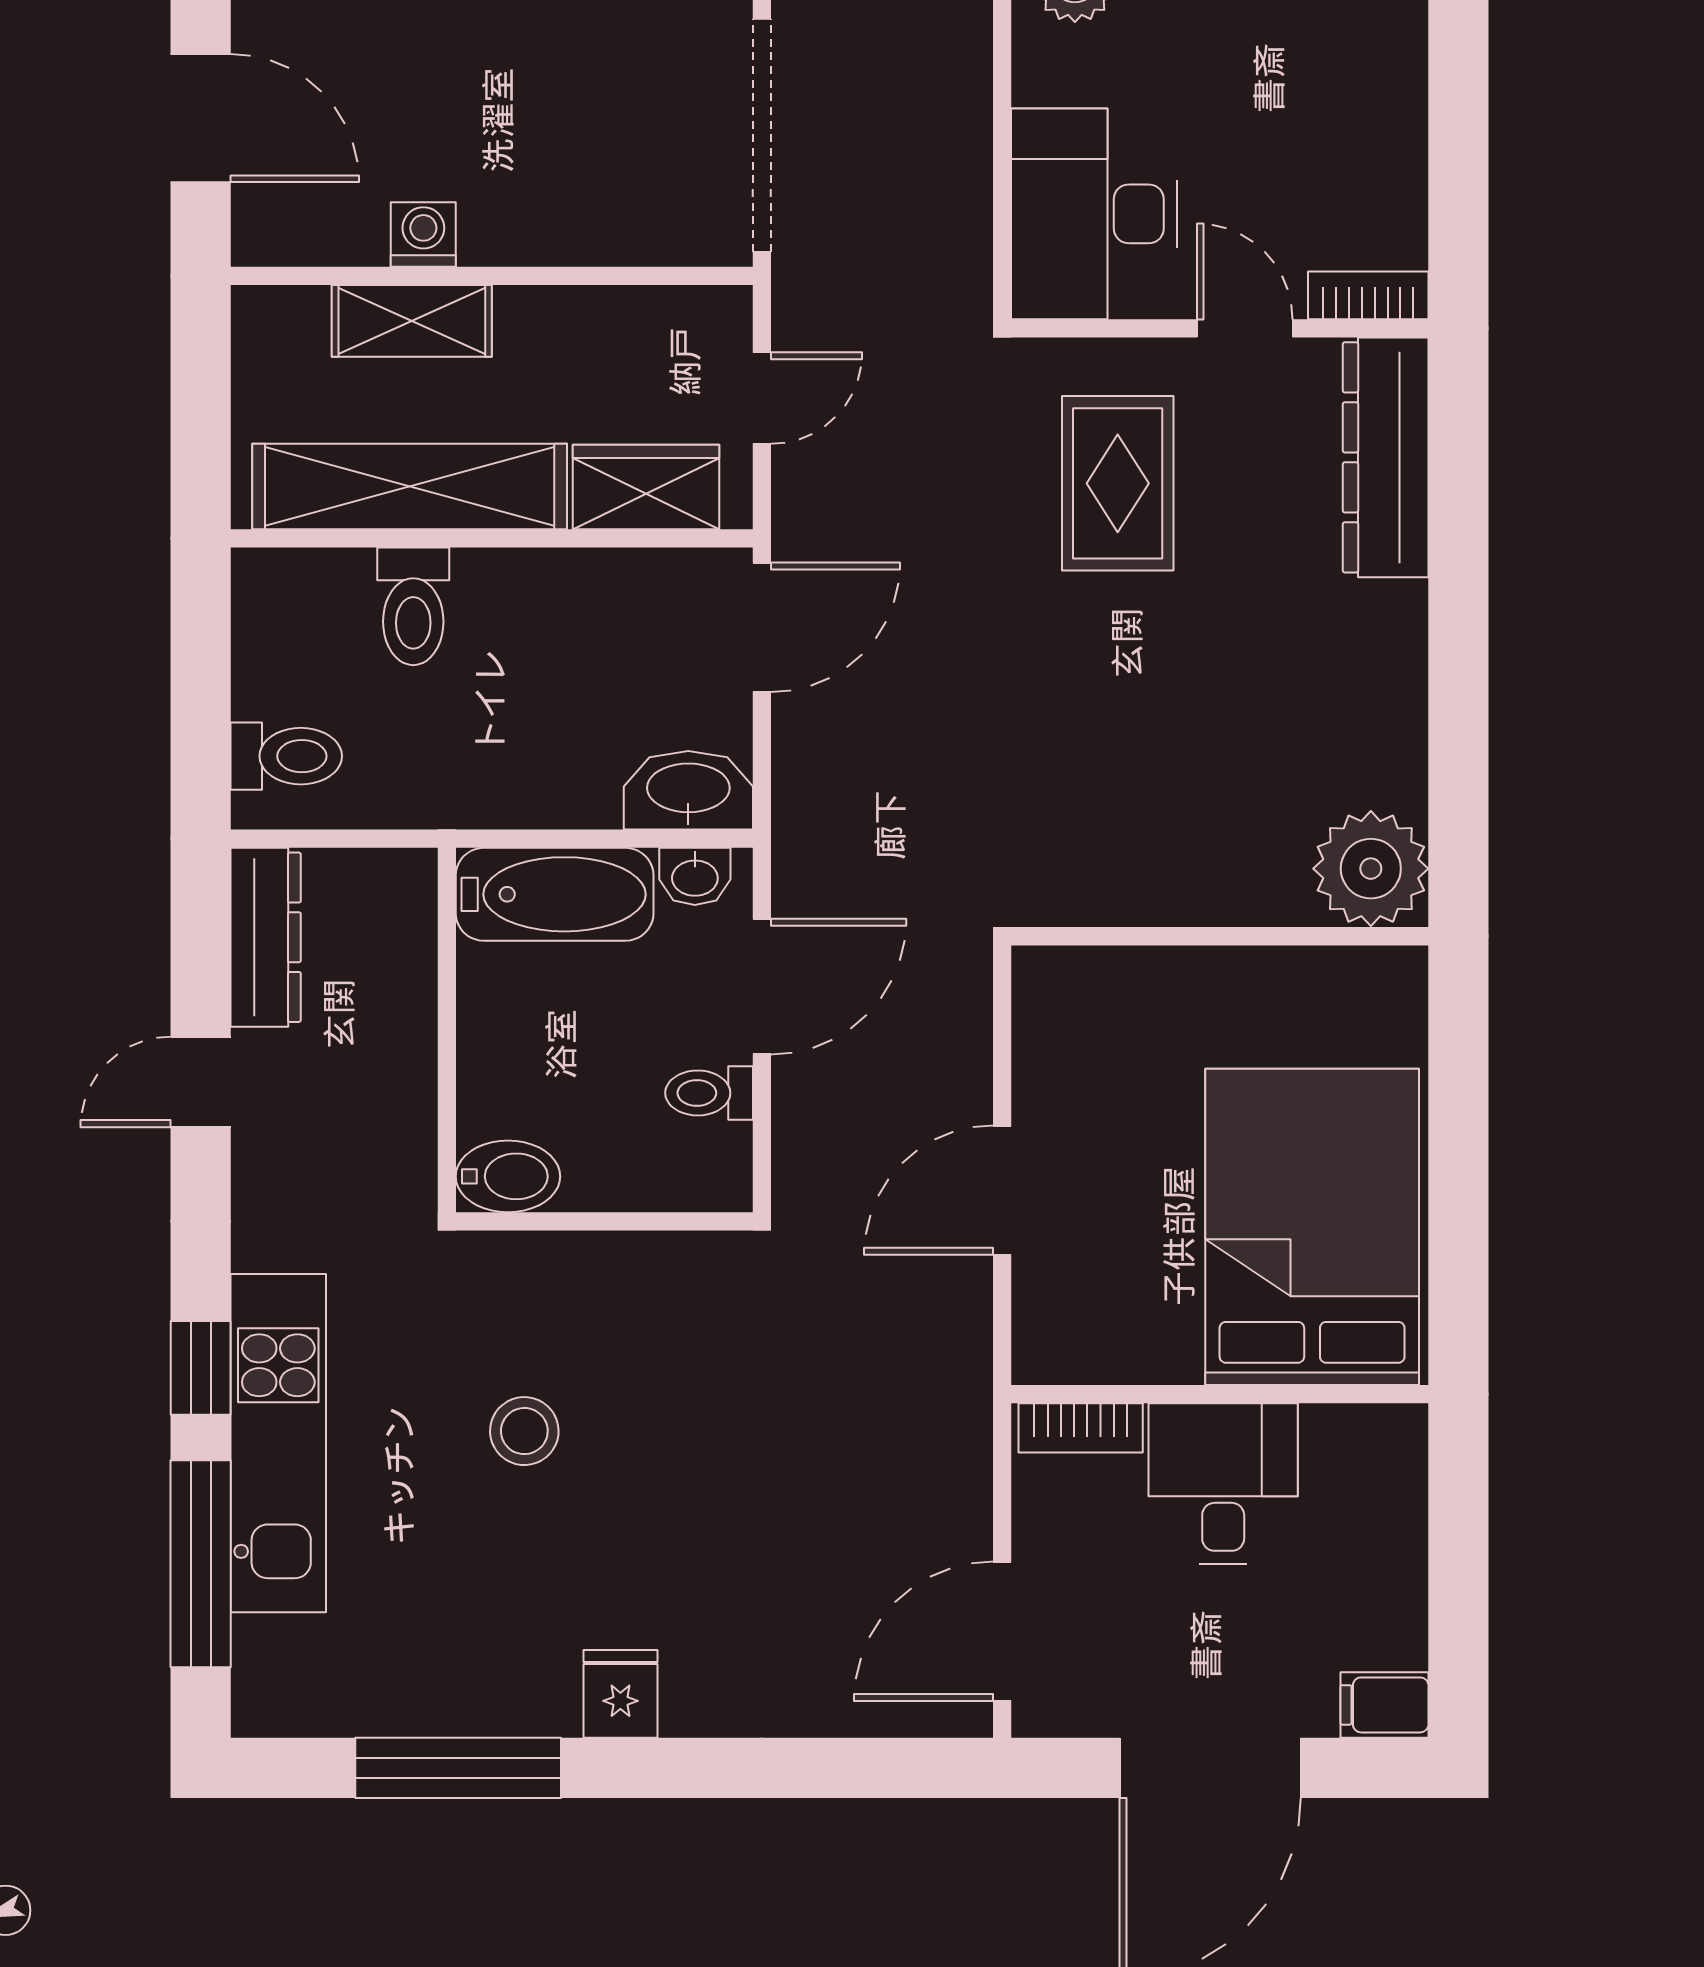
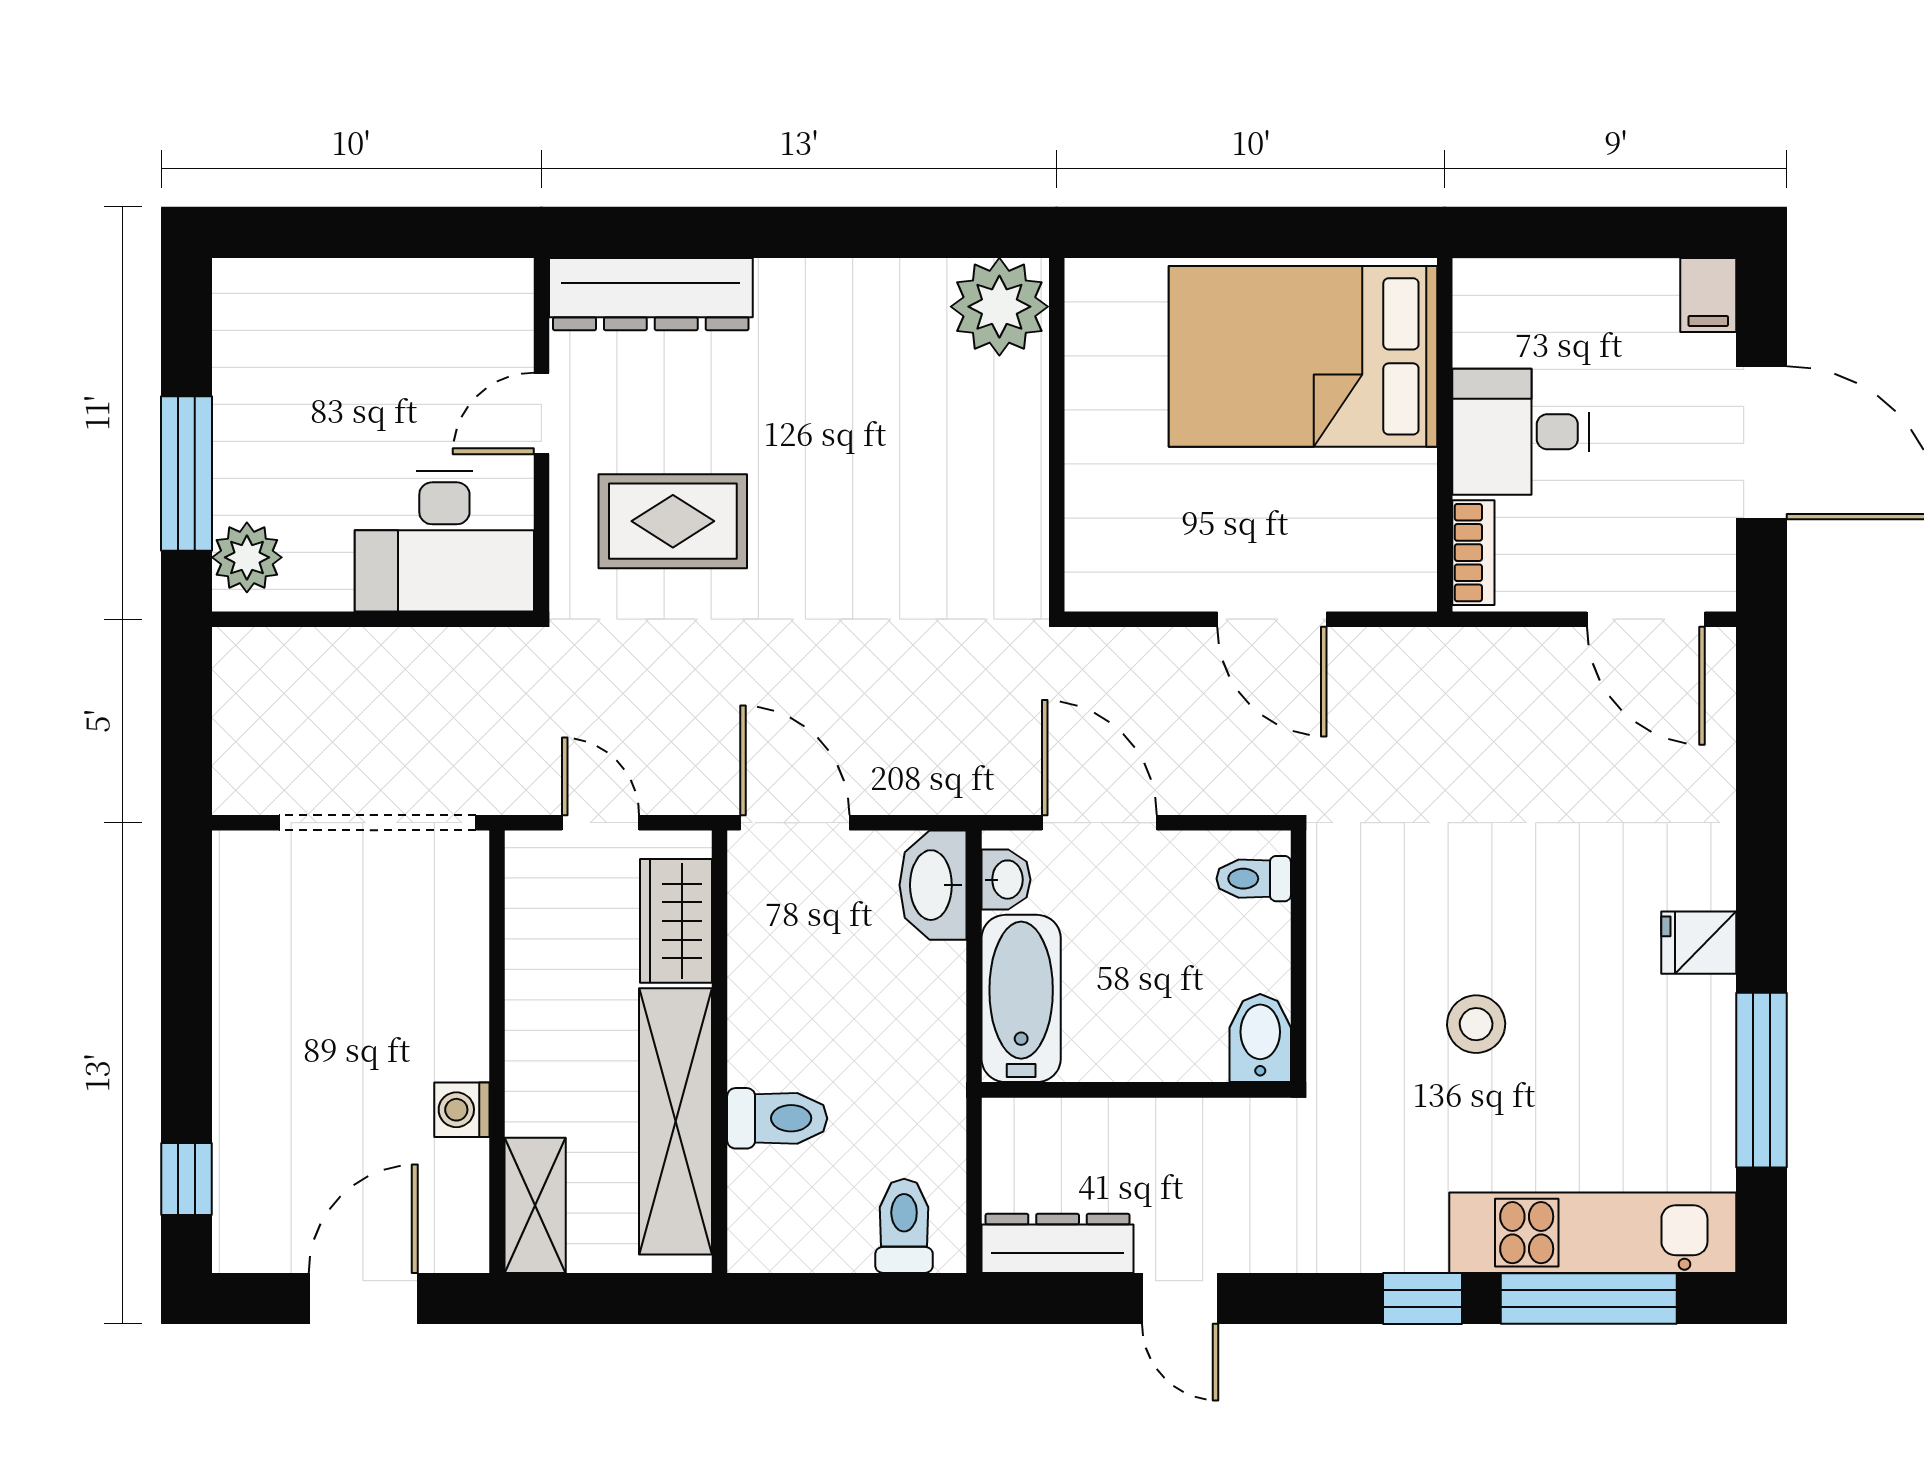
bookcase: (1368, 295) -> (513, 309), removed
shelving: (412, 321) -> (535, 1205), moved
toilet: (709, 1093) -> (1254, 879), moved, turned 90
kitchen unit: (278, 1443) -> (1593, 1233), moved

